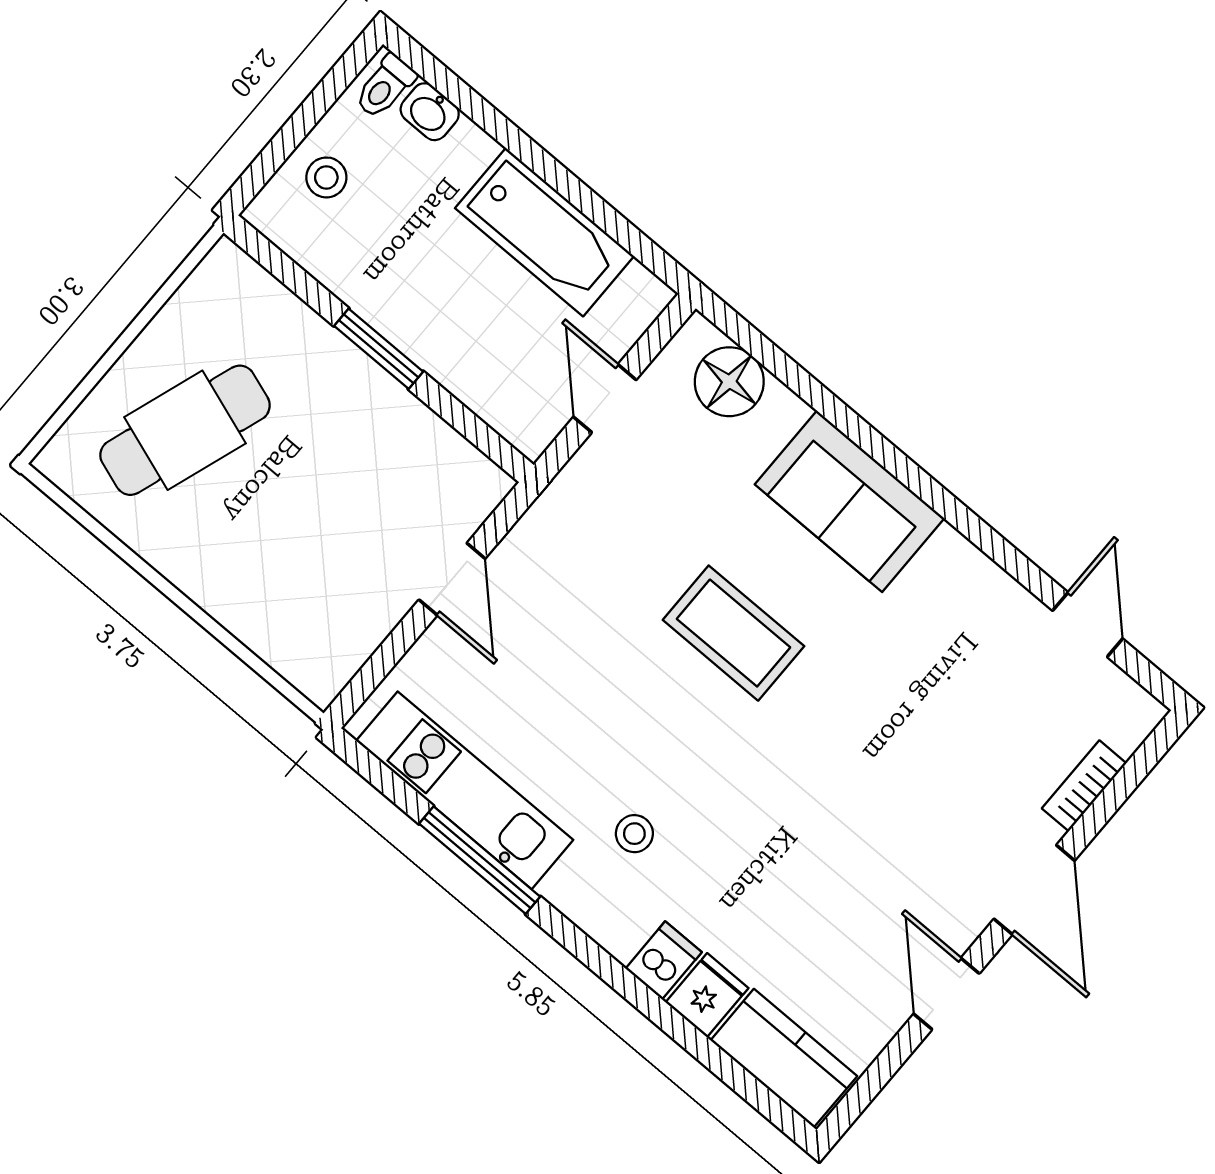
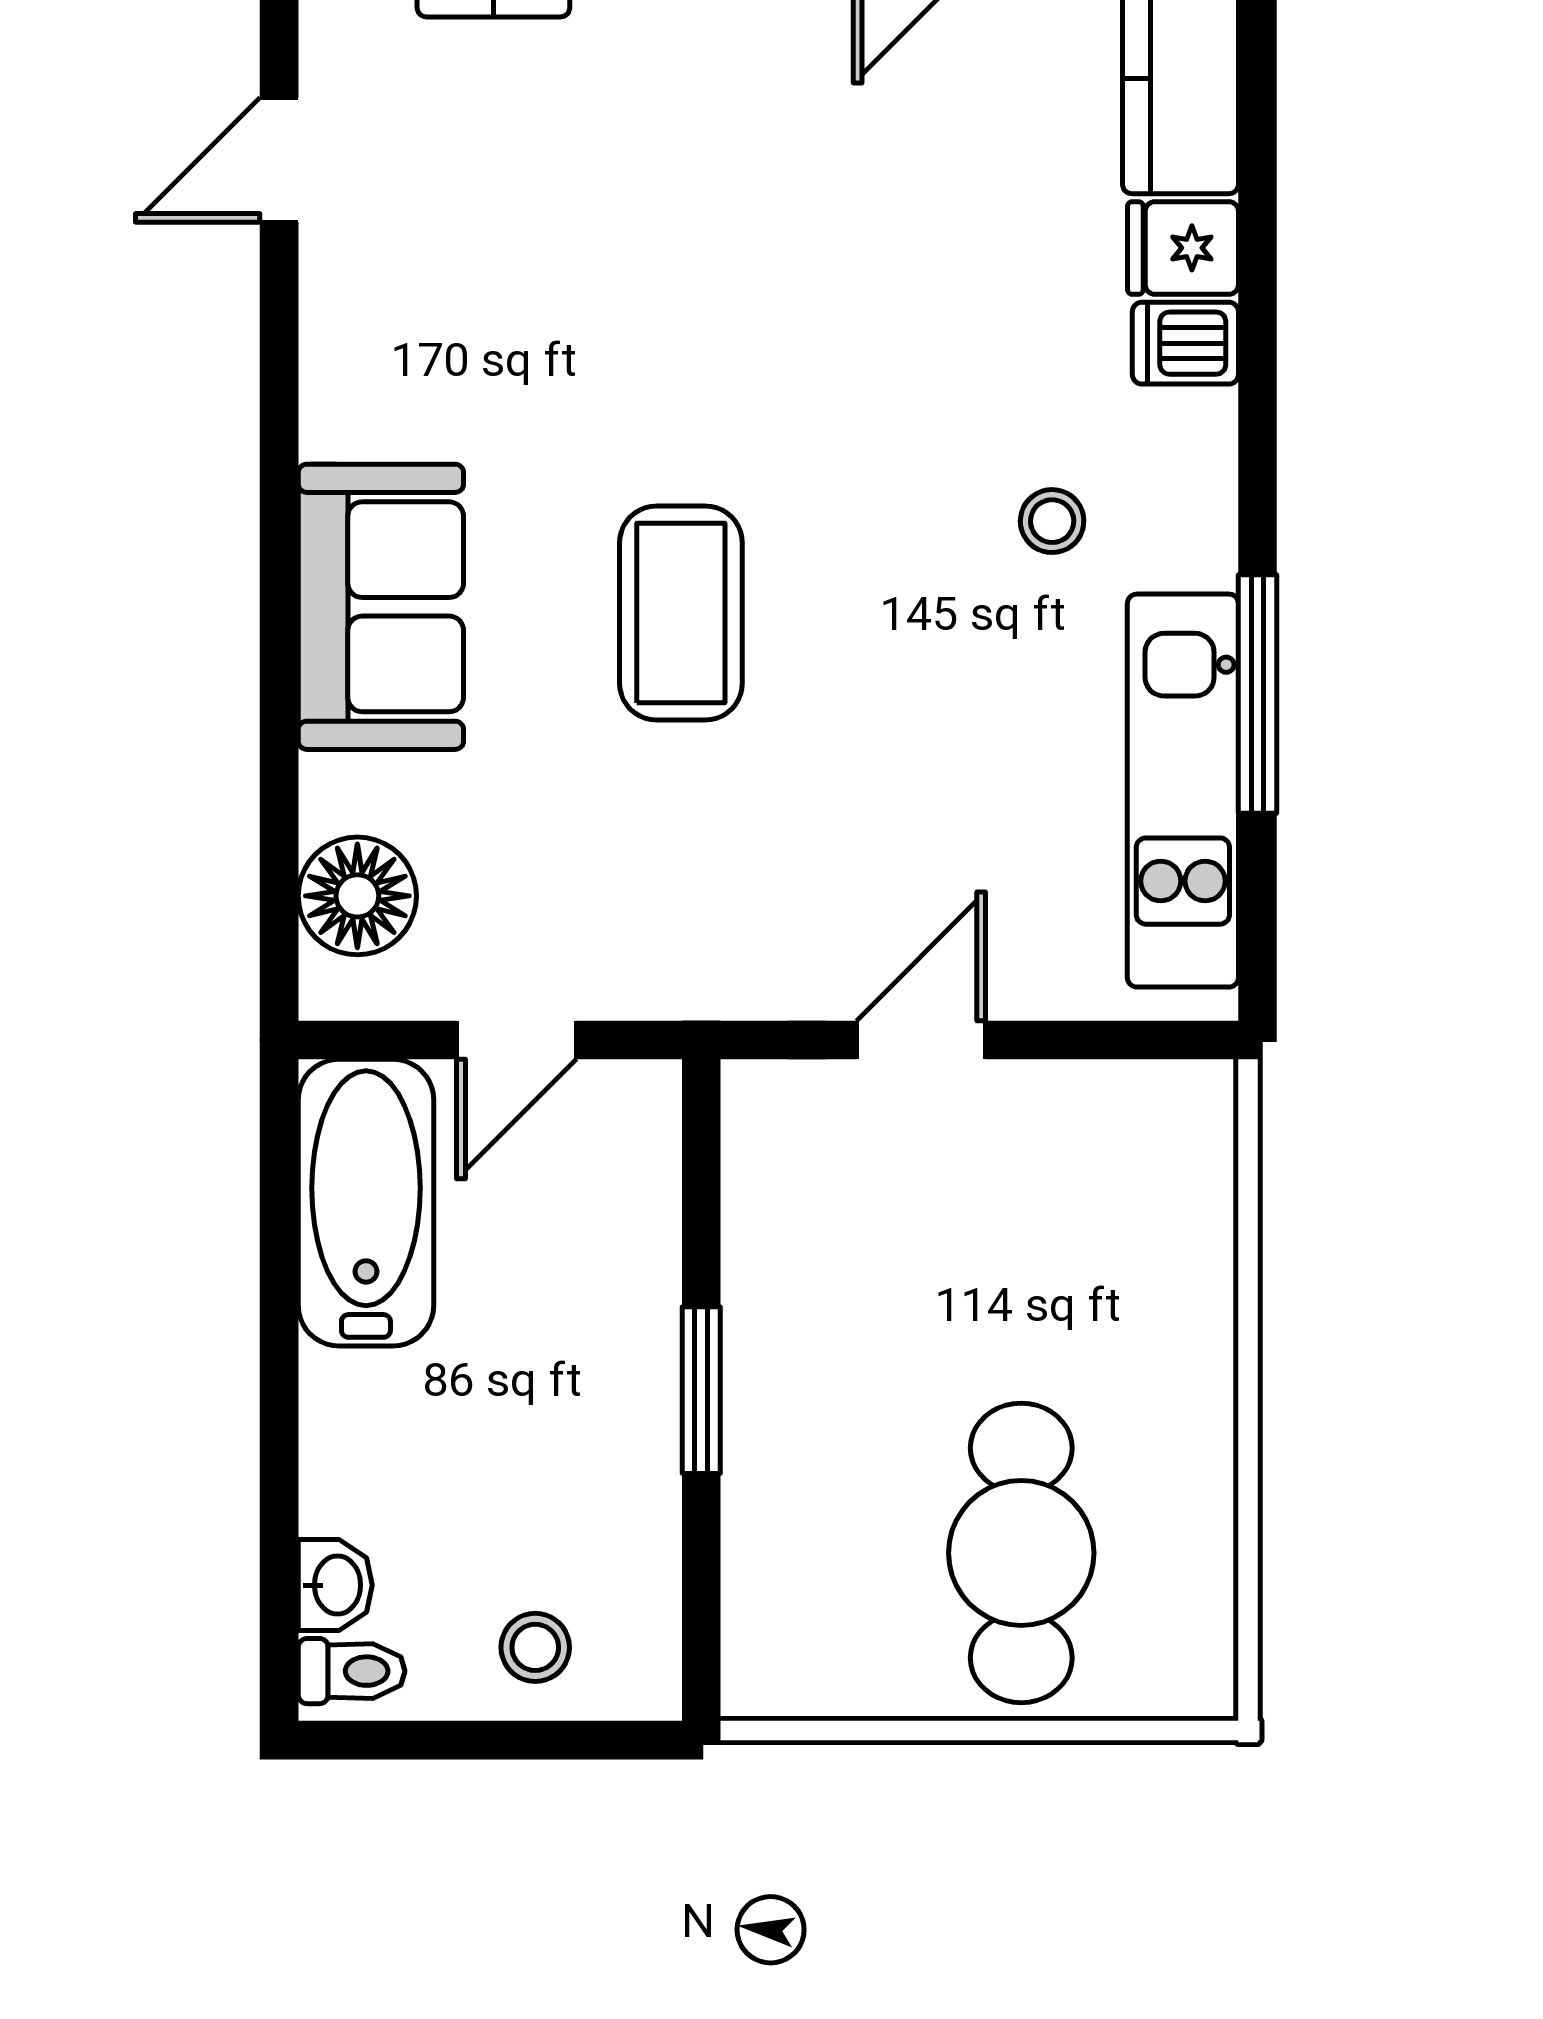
bathtub: (544, 232) -> (366, 1203), moved
cafe table: (185, 430) -> (1021, 1553), turned 71

